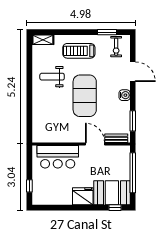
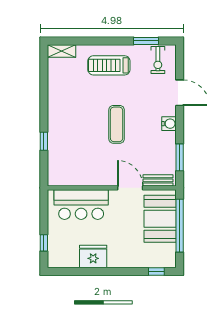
weight bench: (52, 77) -> (74, 99), removed
exercise mat: (85, 96) -> (117, 124), width x0.50, depth x0.69
window: (29, 109) -> (44, 141), added
booth: (112, 193) -> (160, 219), moved, turned 90
fridge: (83, 196) -> (93, 257), moved

